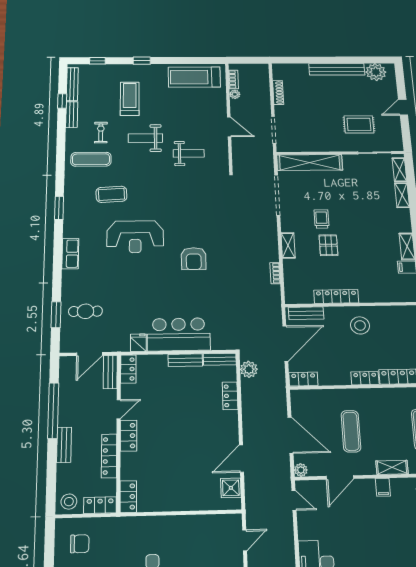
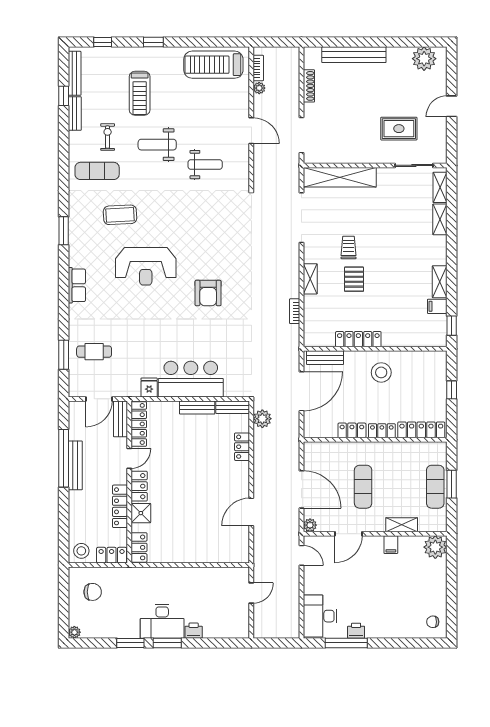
bench: (337, 69) -> (354, 55), moved
treadmill: (130, 99) -> (140, 93), turned 180
locker: (128, 369) -> (139, 424), width x1.53
locker: (303, 379) -> (352, 430), moved
bench: (64, 445) -> (75, 465), moved, width x1.36
shower: (231, 488) -> (141, 513), moved

